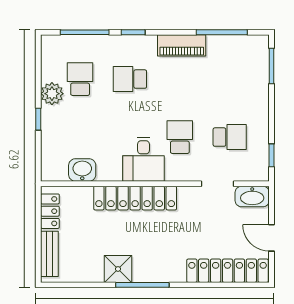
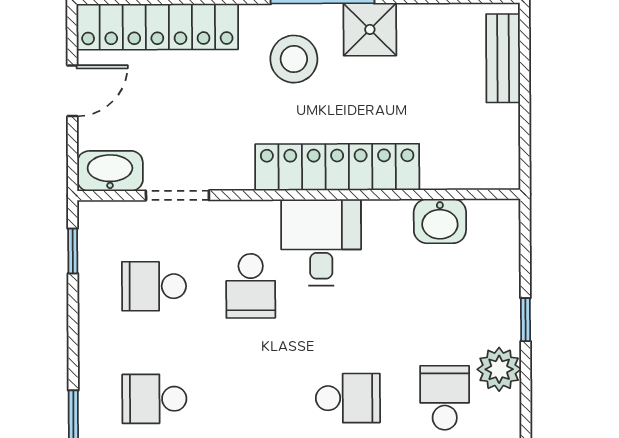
school desk: (80, 79) -> (445, 398), turned 180
school desk: (230, 79) -> (154, 399), added
locker: (50, 211) -> (502, 141), removed
door: (271, 238) -> (72, 91), hinge flipped
stool: (157, 254) -> (294, 59), added

